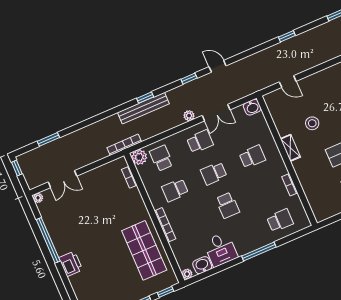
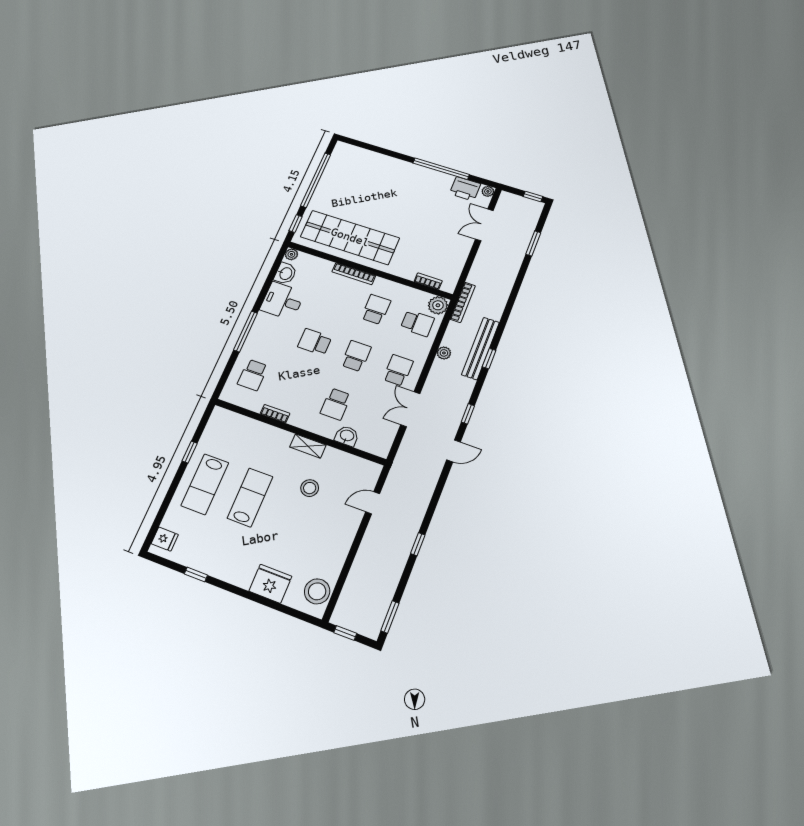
washbasin: (252, 107) -> (347, 436), moved, turned 90
plant: (189, 116) -> (444, 353), moved
school desk: (200, 141) -> (398, 370), turned 180
shop shelf: (144, 250) -> (350, 237), width x1.40
printer: (71, 264) -> (465, 189), moved

